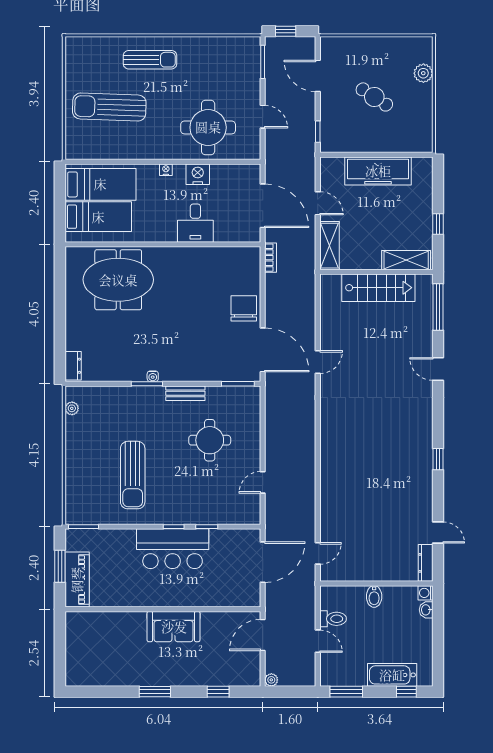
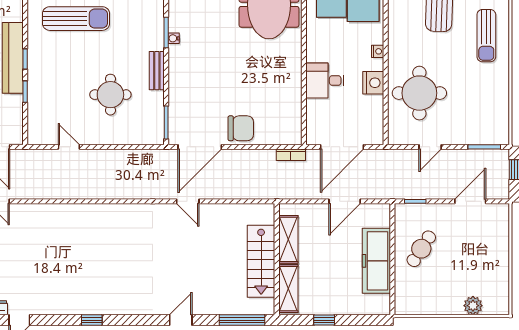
cafe table: (374, 97) -> (421, 249), moved
door: (318, 203) -> (345, 201), width x1.38
shelving: (330, 246) -> (288, 239), moved, turned 90
sun lounger: (133, 475) -> (76, 19), turned 180

